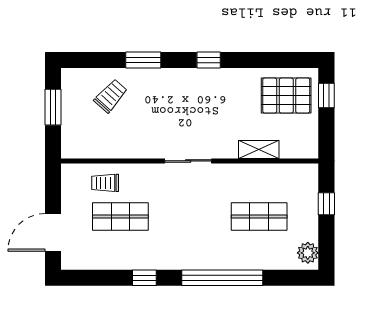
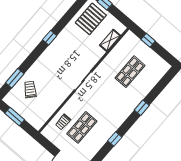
window: (143, 60) -> (15, 78), moved
shelving: (259, 149) -> (110, 40), moved
plant: (308, 253) -> (161, 65), removed
window: (222, 278) -> (142, 108), width x0.32

